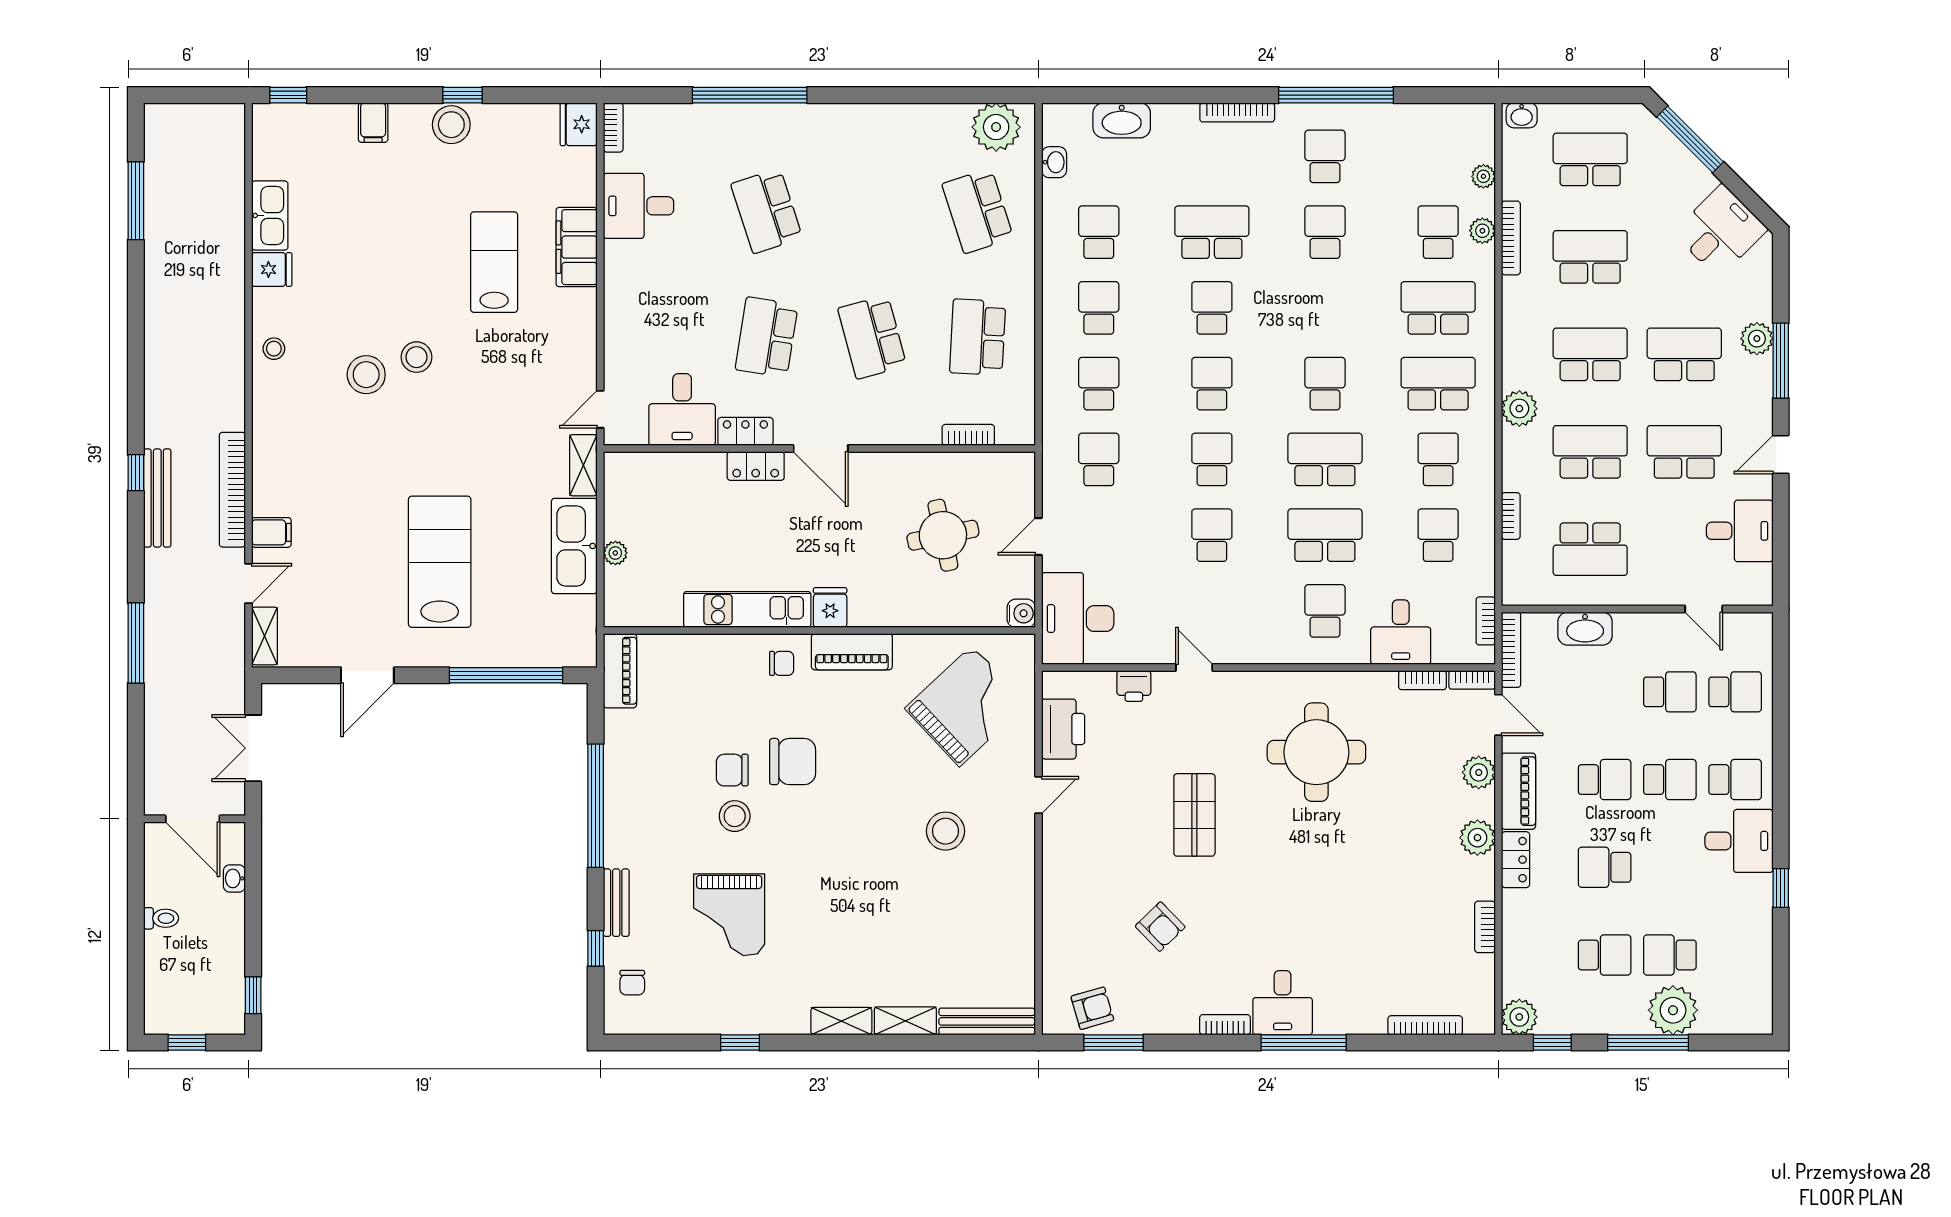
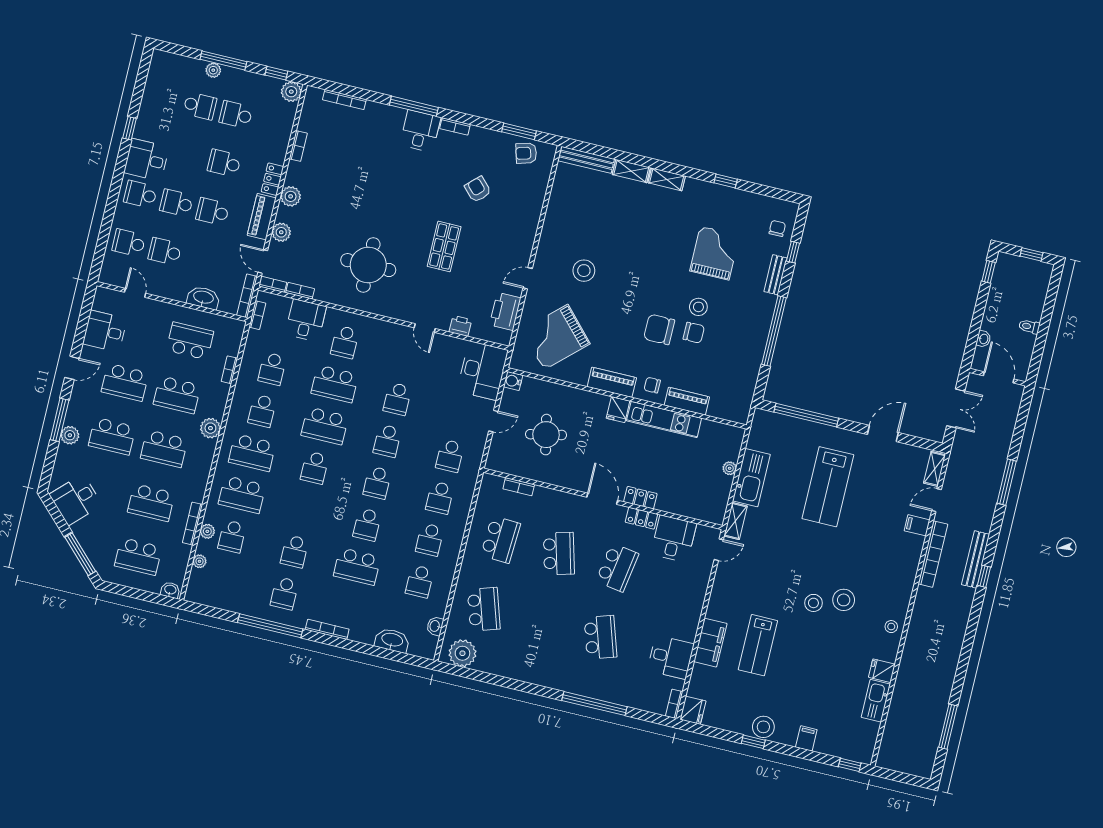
piano: (620, 671) -> (687, 401), moved, turned 90
school desk: (1605, 867) -> (224, 163), turned 180
plant: (1673, 1010) -> (213, 70), width x0.53, depth x0.53

